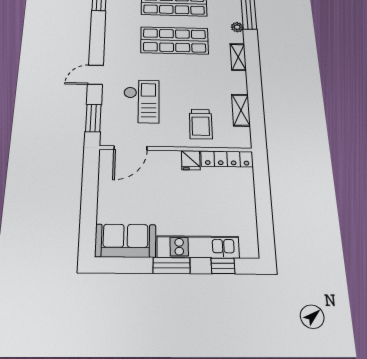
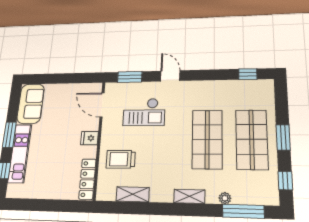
fridge: (191, 160) -> (90, 138), moved

